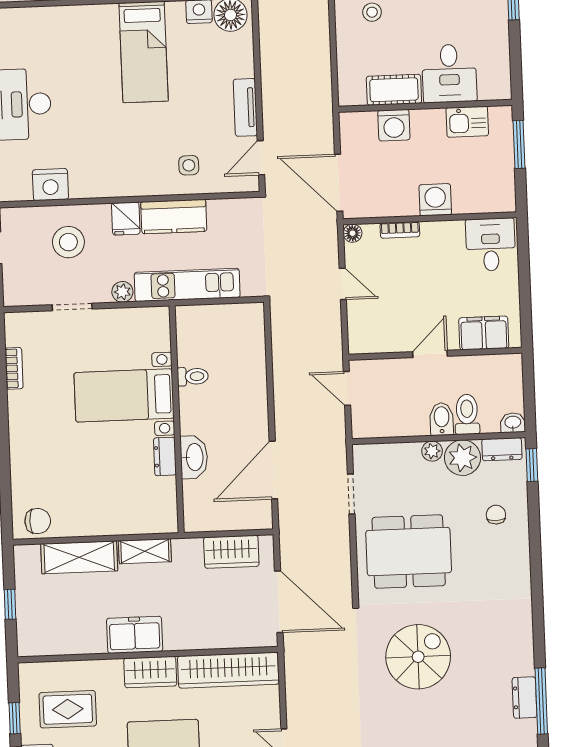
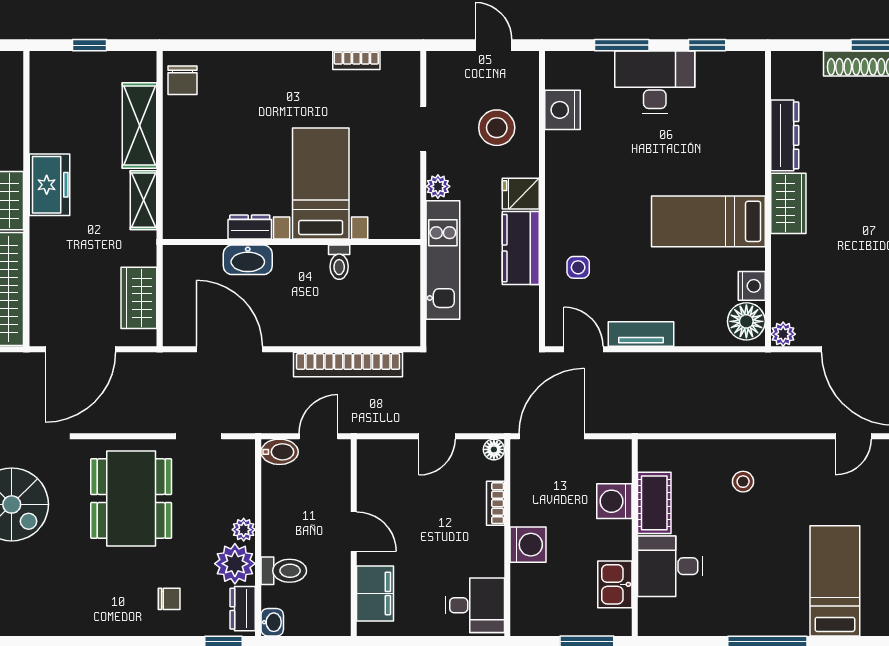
bookcase: (283, 365) -> (348, 364), added
bidet: (442, 419) -> (280, 452), moved

